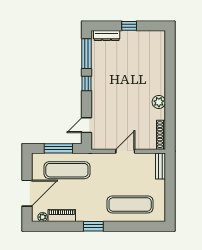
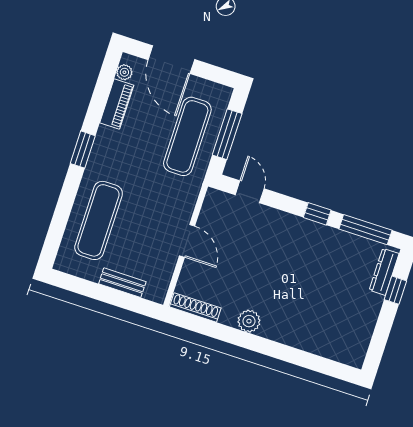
window: (129, 26) -> (395, 290), moved
bench: (160, 166) -> (122, 283), moved

